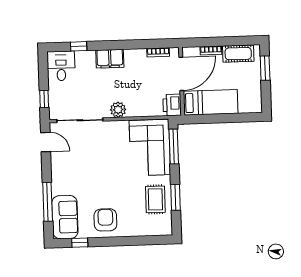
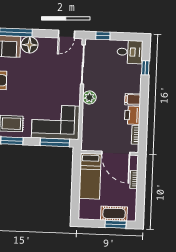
cot: (238, 54) -> (114, 214), moved, turned 90
filing cabinet: (110, 59) -> (133, 99), width x0.50
printer: (172, 105) -> (132, 115), moved, turned -90
floor lamp: (61, 185) -> (30, 45), added

